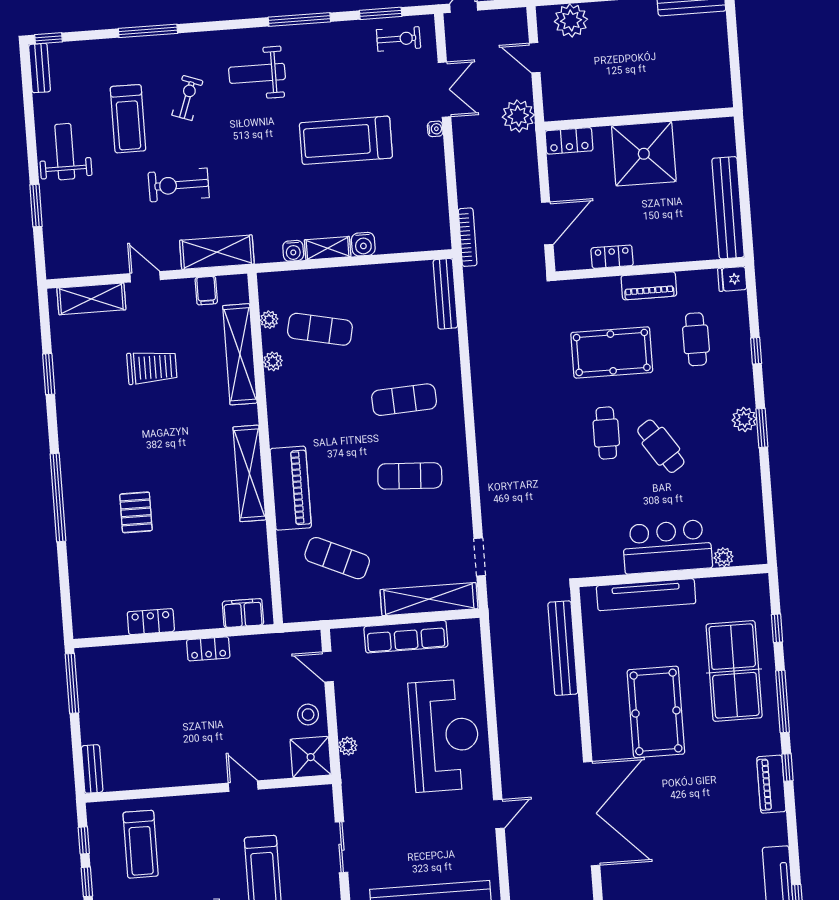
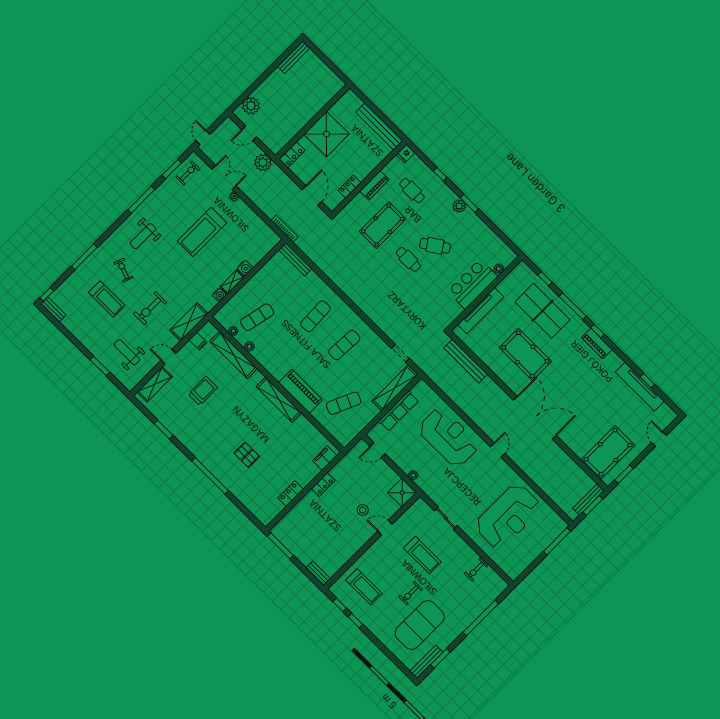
weight bench: (65, 152) -> (127, 352), moved
stool: (308, 715) -> (363, 510), moved

